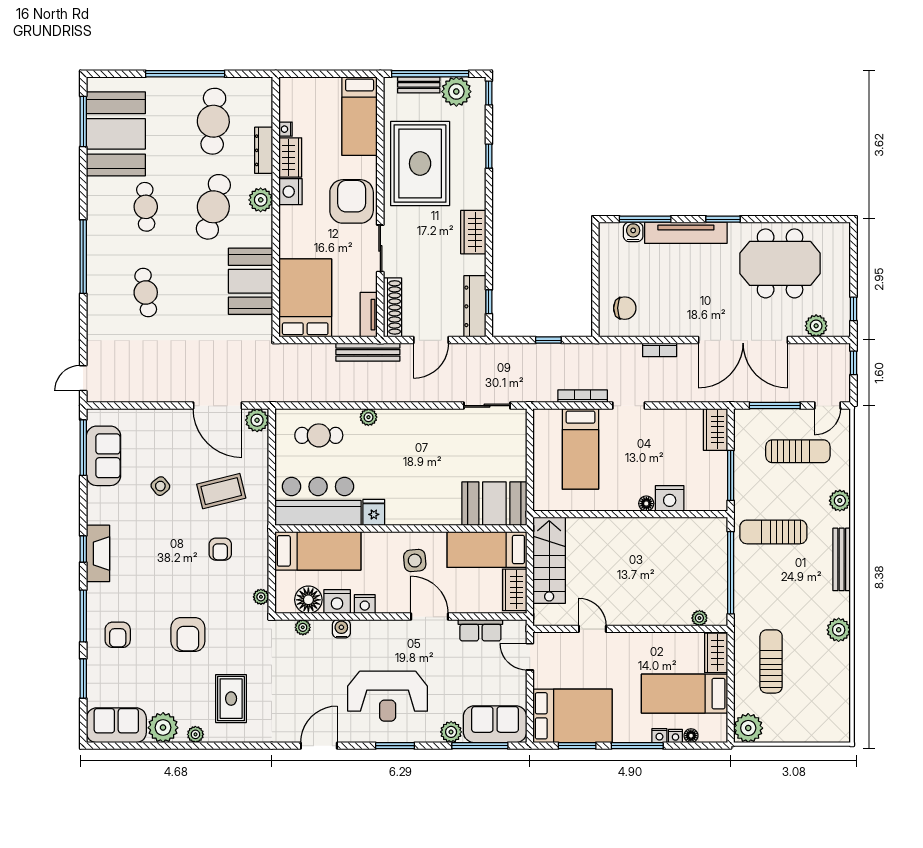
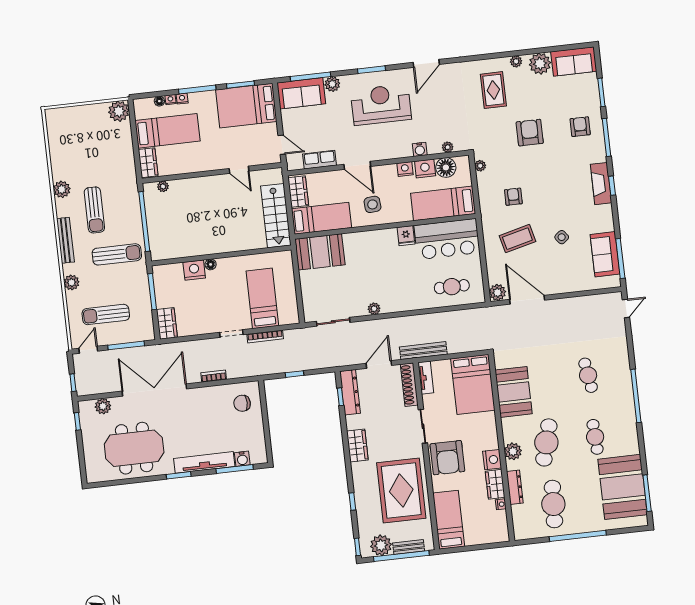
plant: (368, 417) -> (374, 309), moved
sun lounger: (771, 661) -> (94, 210), moved

